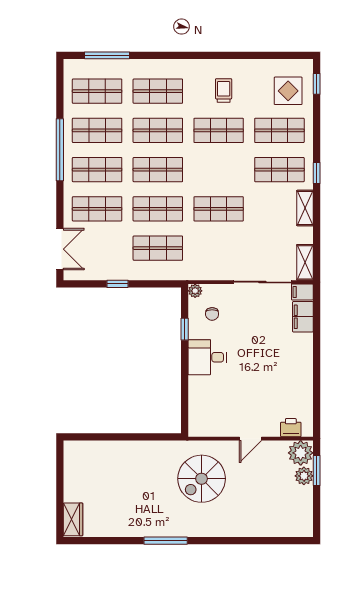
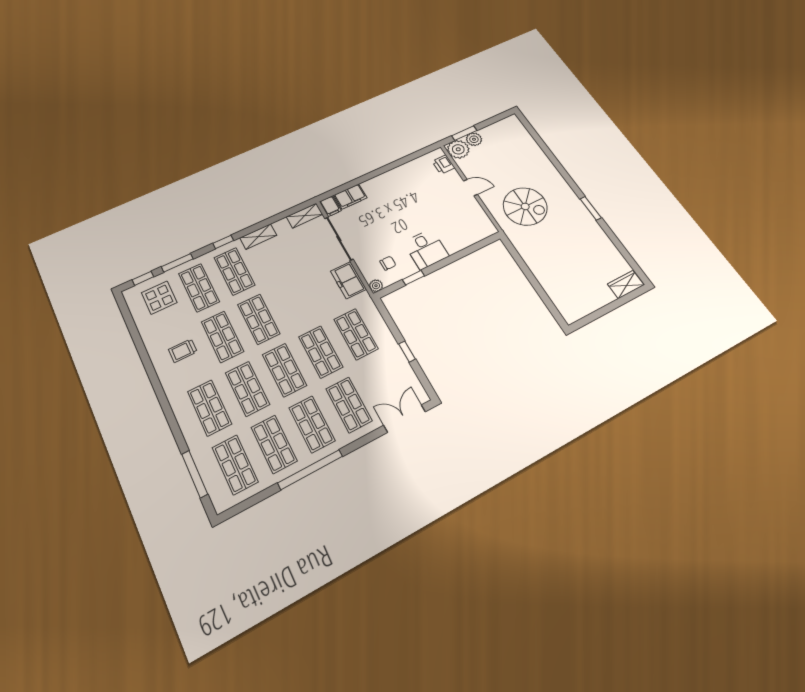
window: (317, 121) -> (177, 263), added
shop shelf: (219, 209) -> (259, 319), moved
freezer: (214, 269) -> (348, 280), added
window: (166, 541) -> (591, 208), width x0.69

